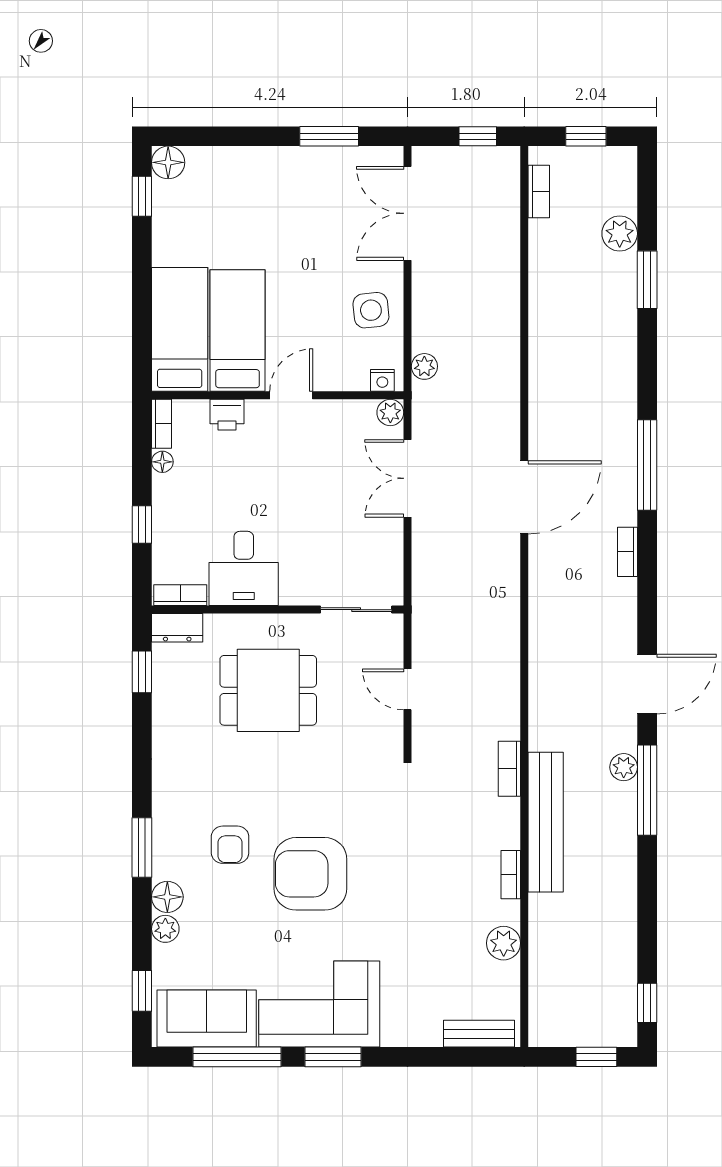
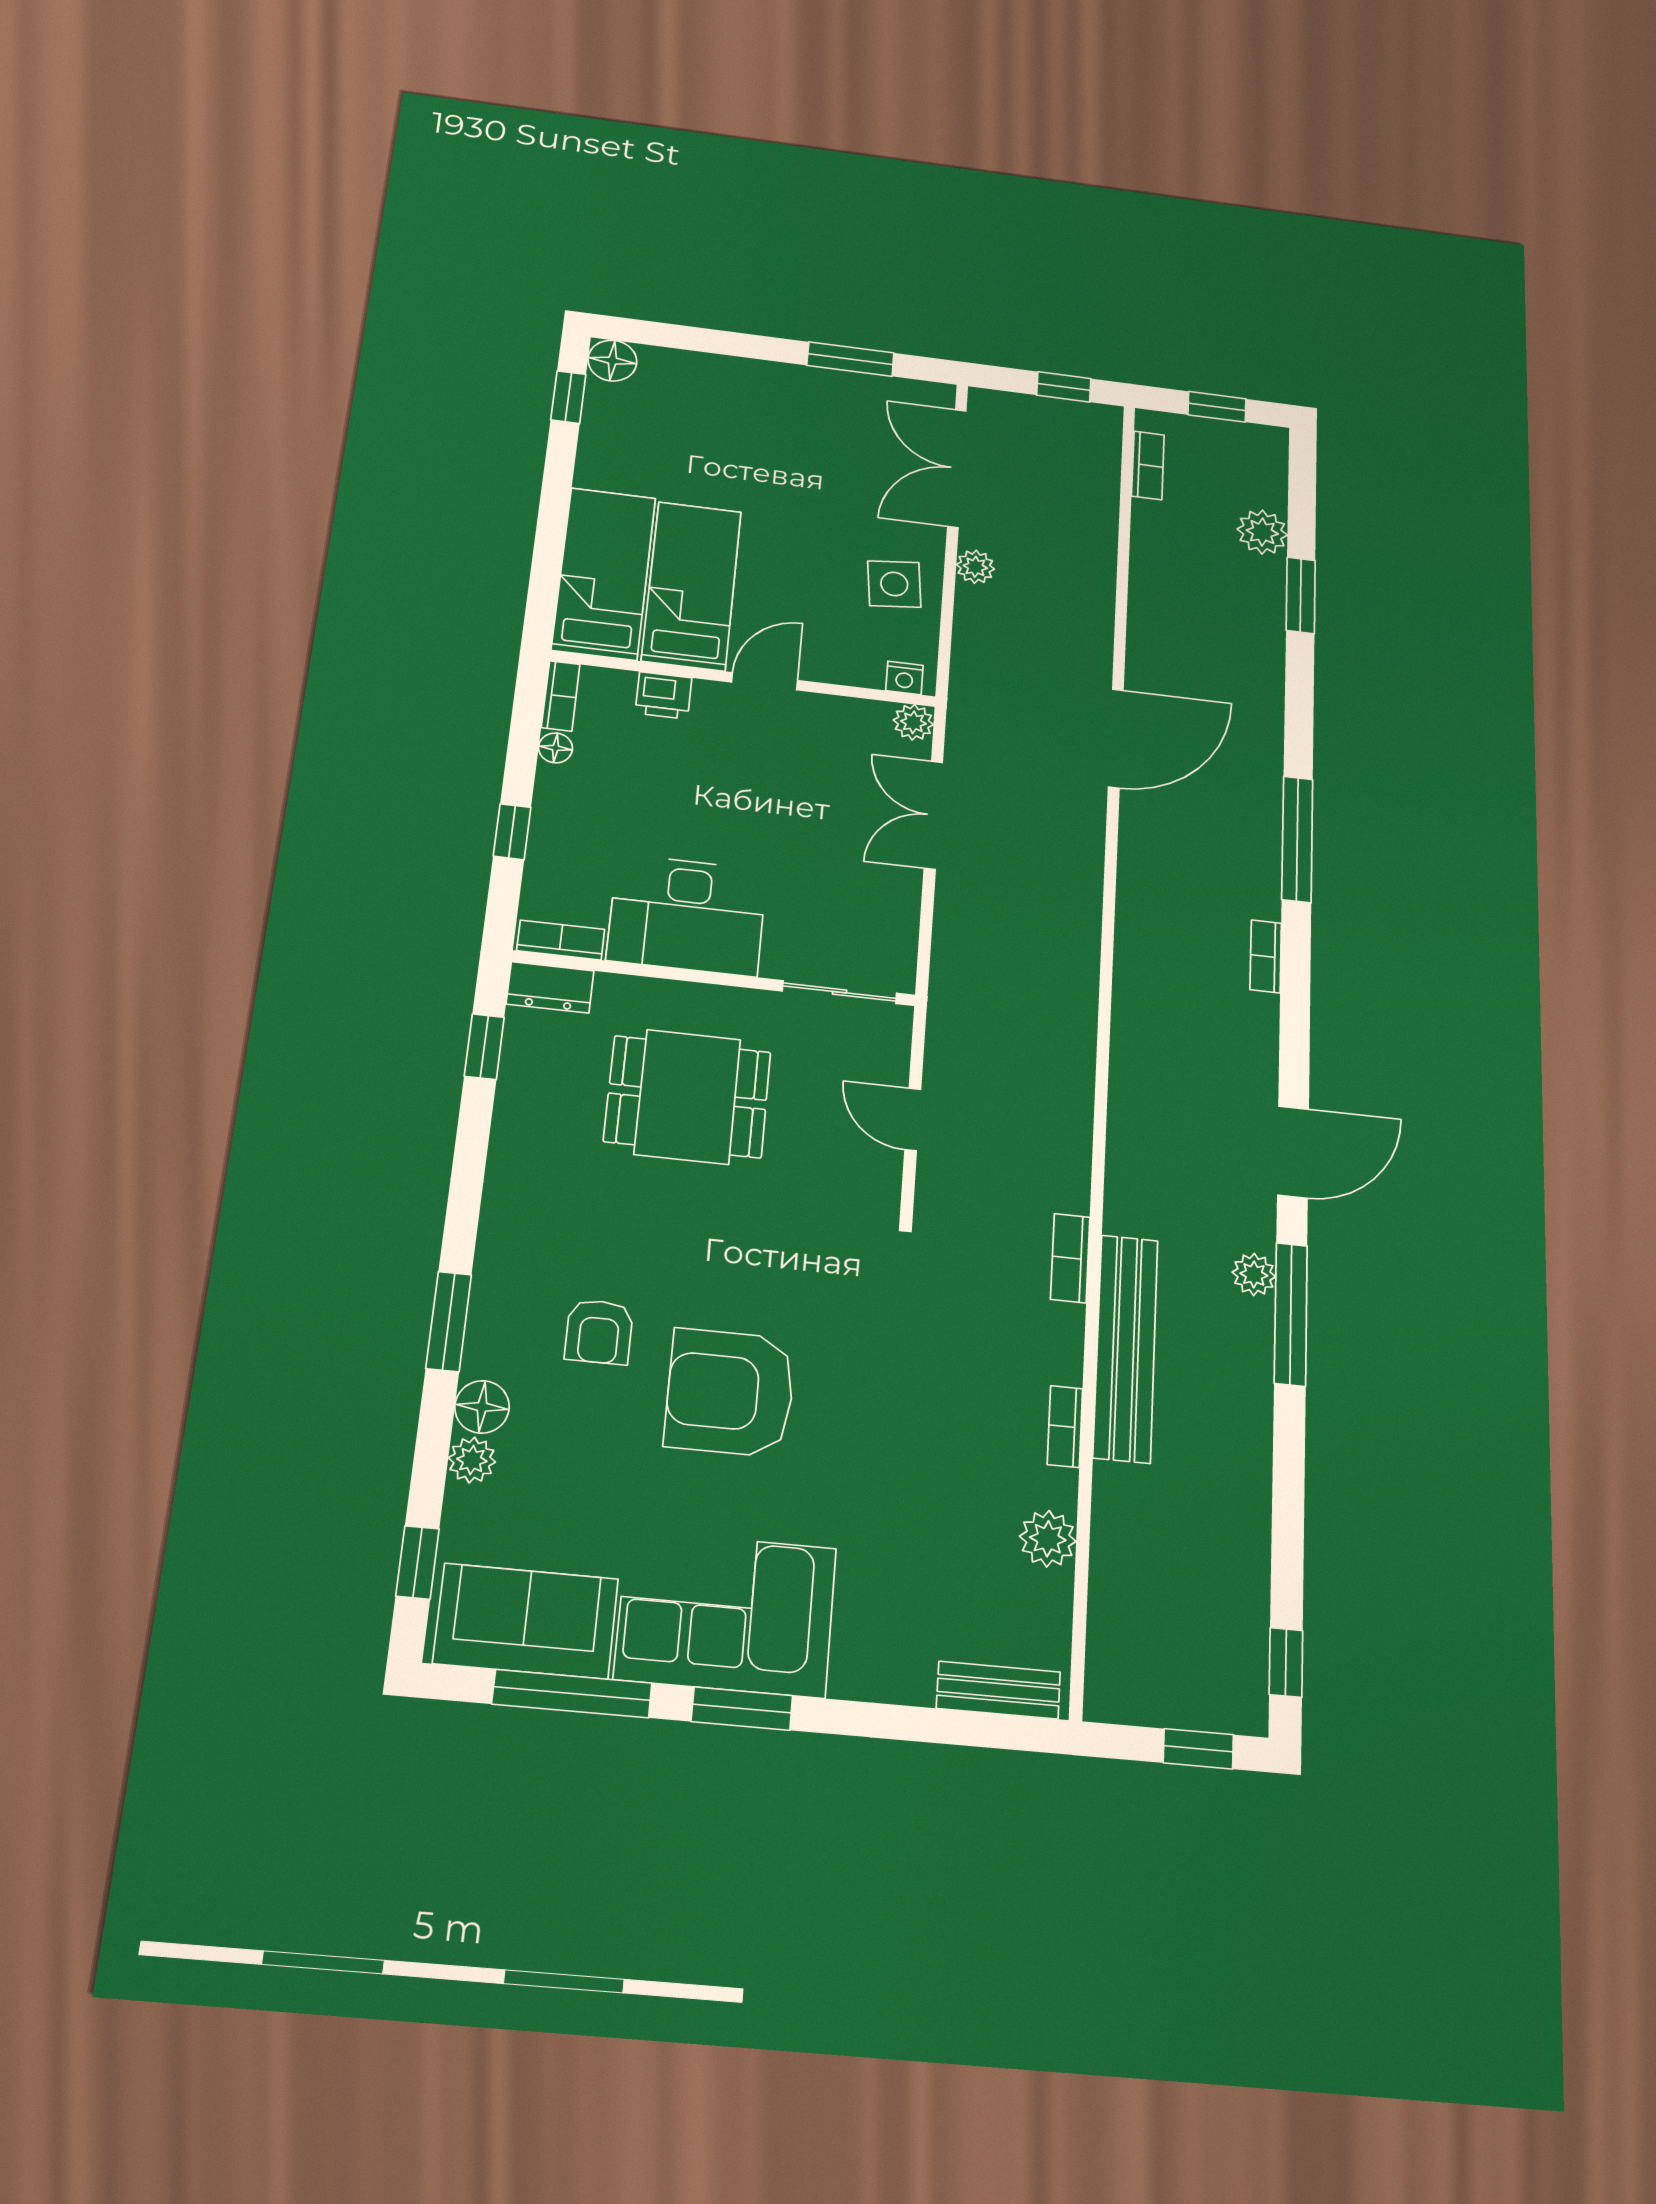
plant: (424, 366) -> (975, 567), moved
door: (524, 497) -> (1116, 738), moved
desk: (244, 568) -> (687, 915), width x1.37

